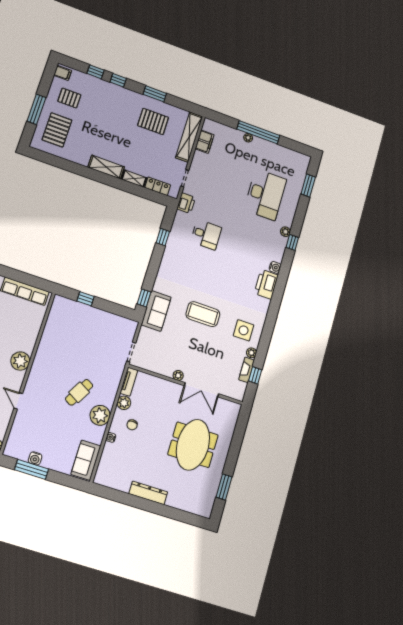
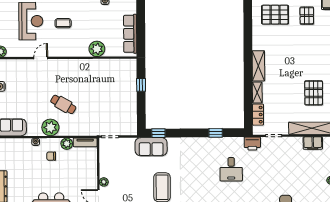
plant: (20, 361) -> (97, 49), moved

